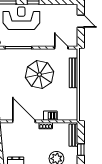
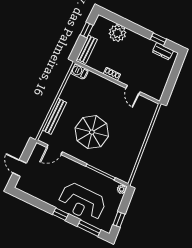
door: (61, 48) -> (55, 150), hinge flipped
barbecue: (50, 116) -> (79, 72), moved
door: (24, 121) -> (133, 90), width x0.53

